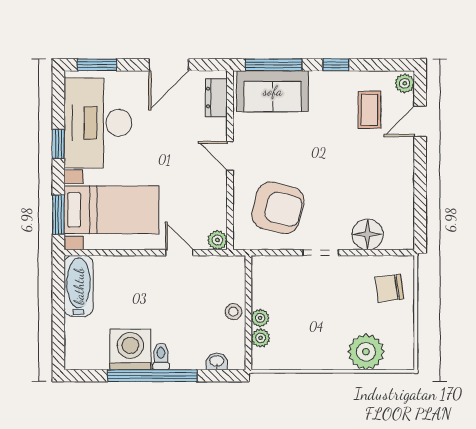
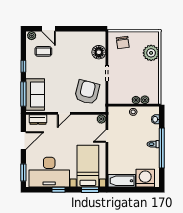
door: (169, 65) -> (23, 141), hinge flipped
washing machine: (130, 349) -> (145, 178), moved, turned 90

